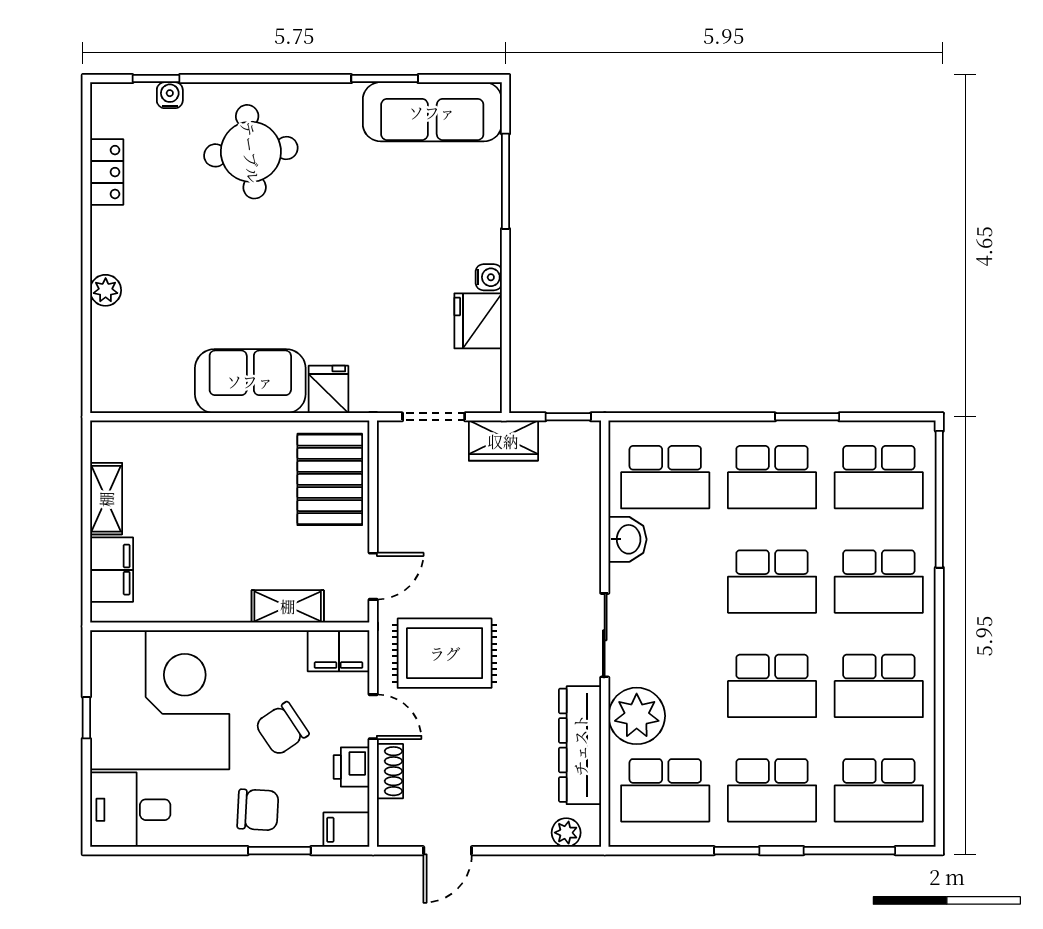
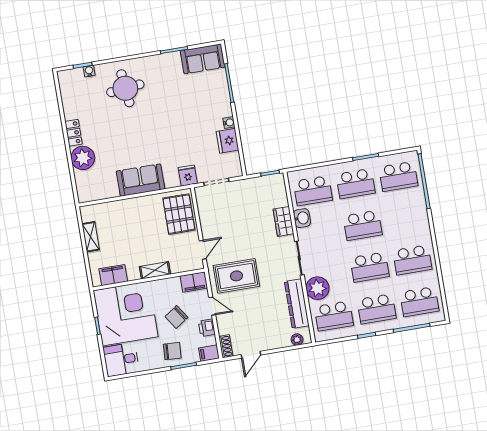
sofa: (432, 112) -> (203, 59), width x0.73
locker: (107, 172) -> (73, 133), moved
plant: (106, 290) -> (83, 158), width x1.87, depth x1.87
fridge: (328, 389) -> (188, 176), moved
wardrobe: (503, 441) -> (283, 221), moved, turned 90
filing cabinet: (112, 570) -> (113, 275), moved, turned -90
school desk: (879, 582) -> (405, 218), removed
shelving: (288, 606) -> (155, 270), moved
shoe rack: (390, 771) -> (226, 346), moved

